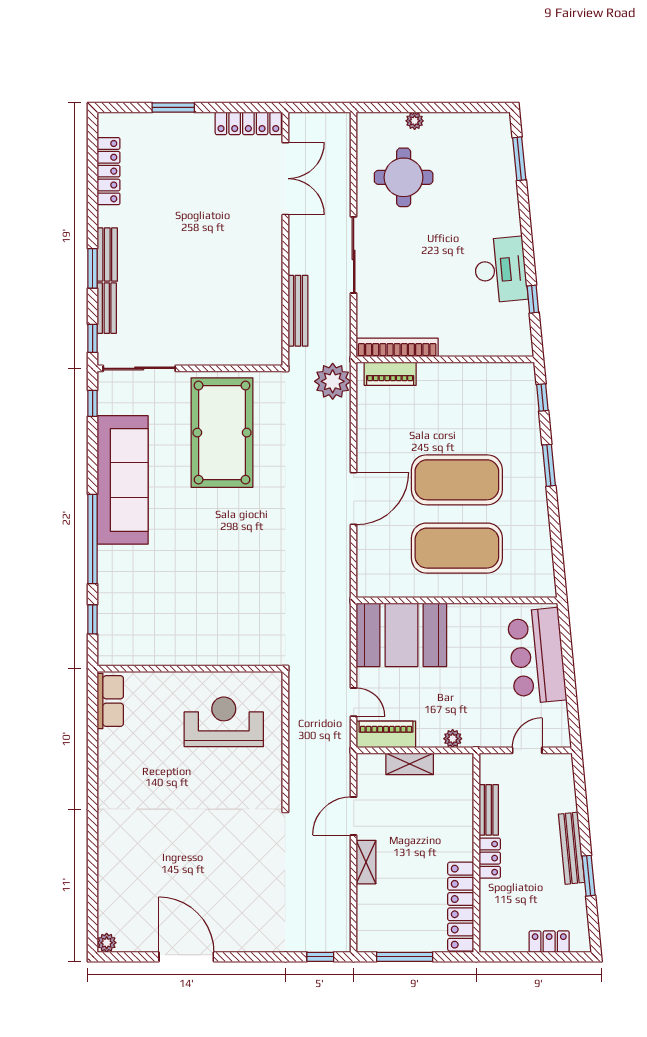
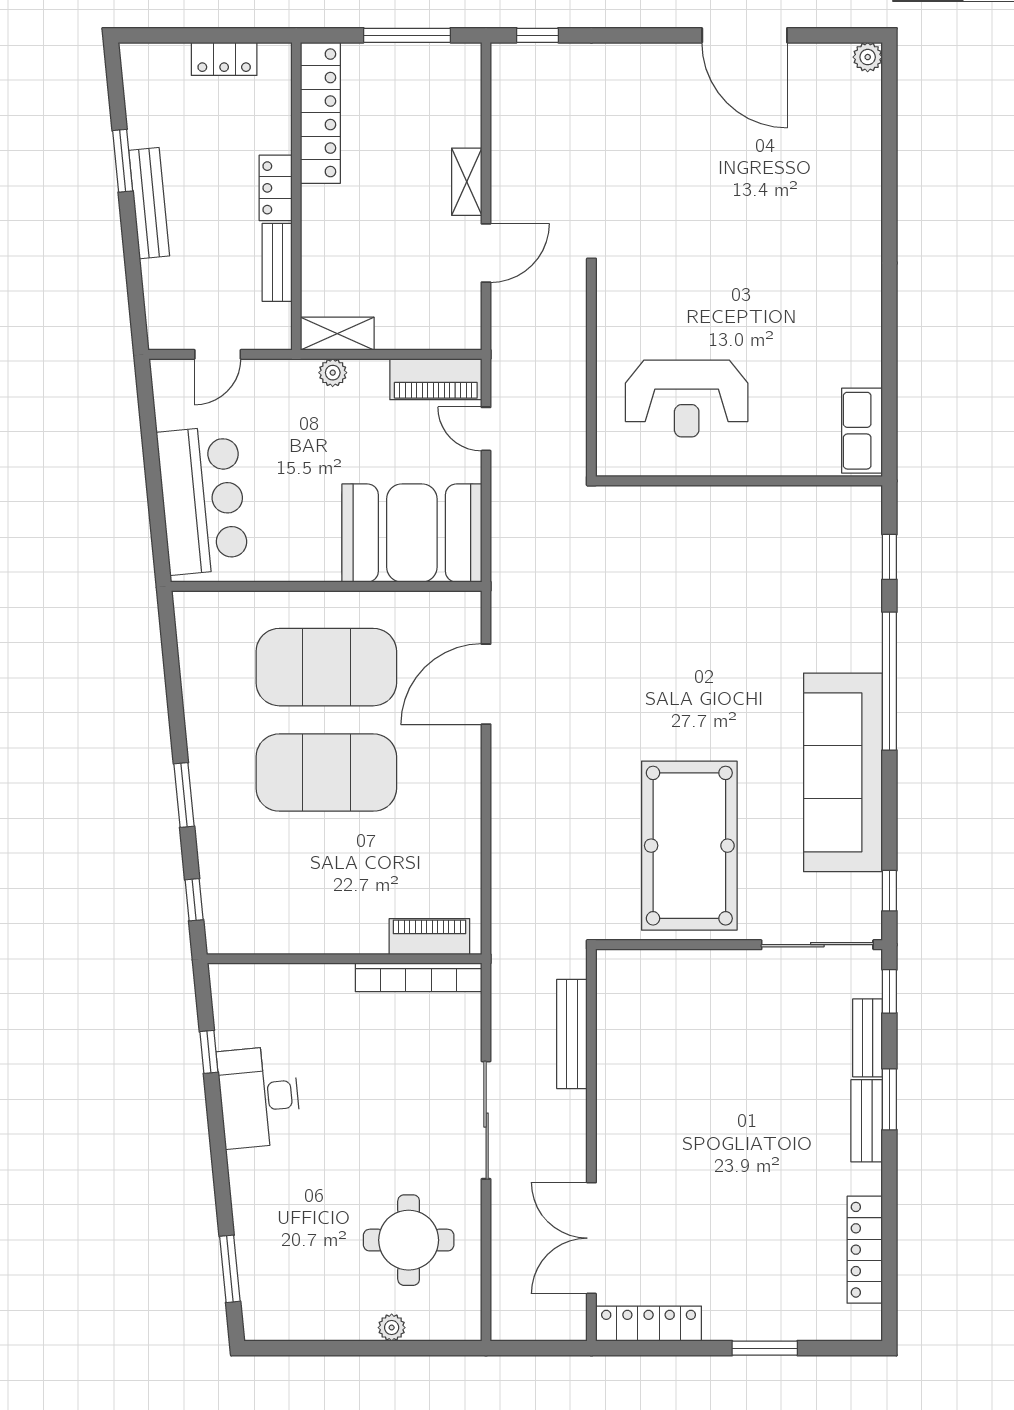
plant: (333, 381) -> (518, 925), removed
door: (354, 499) -> (486, 684), moved
shelving: (410, 764) -> (337, 334), moved
locker: (549, 942) -> (224, 59), moved

